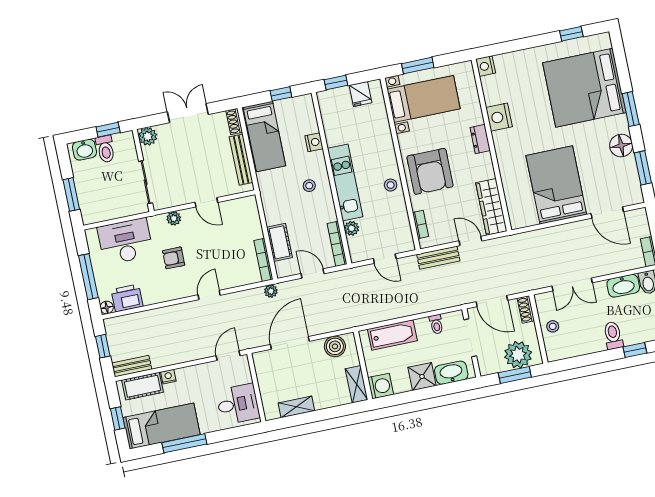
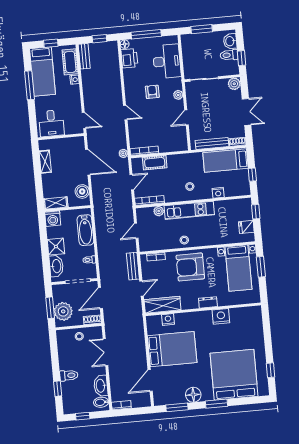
nightstand: (486, 66) -> (168, 320), moved

